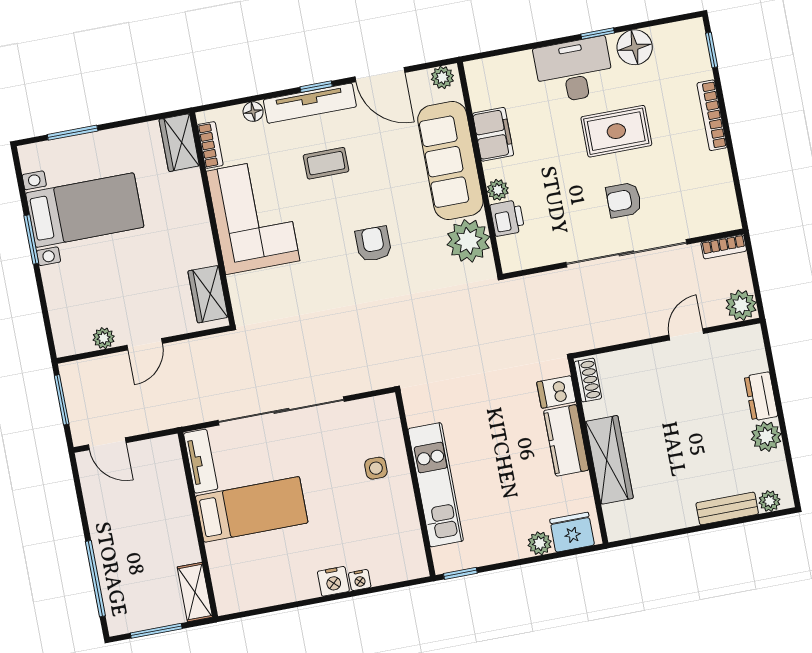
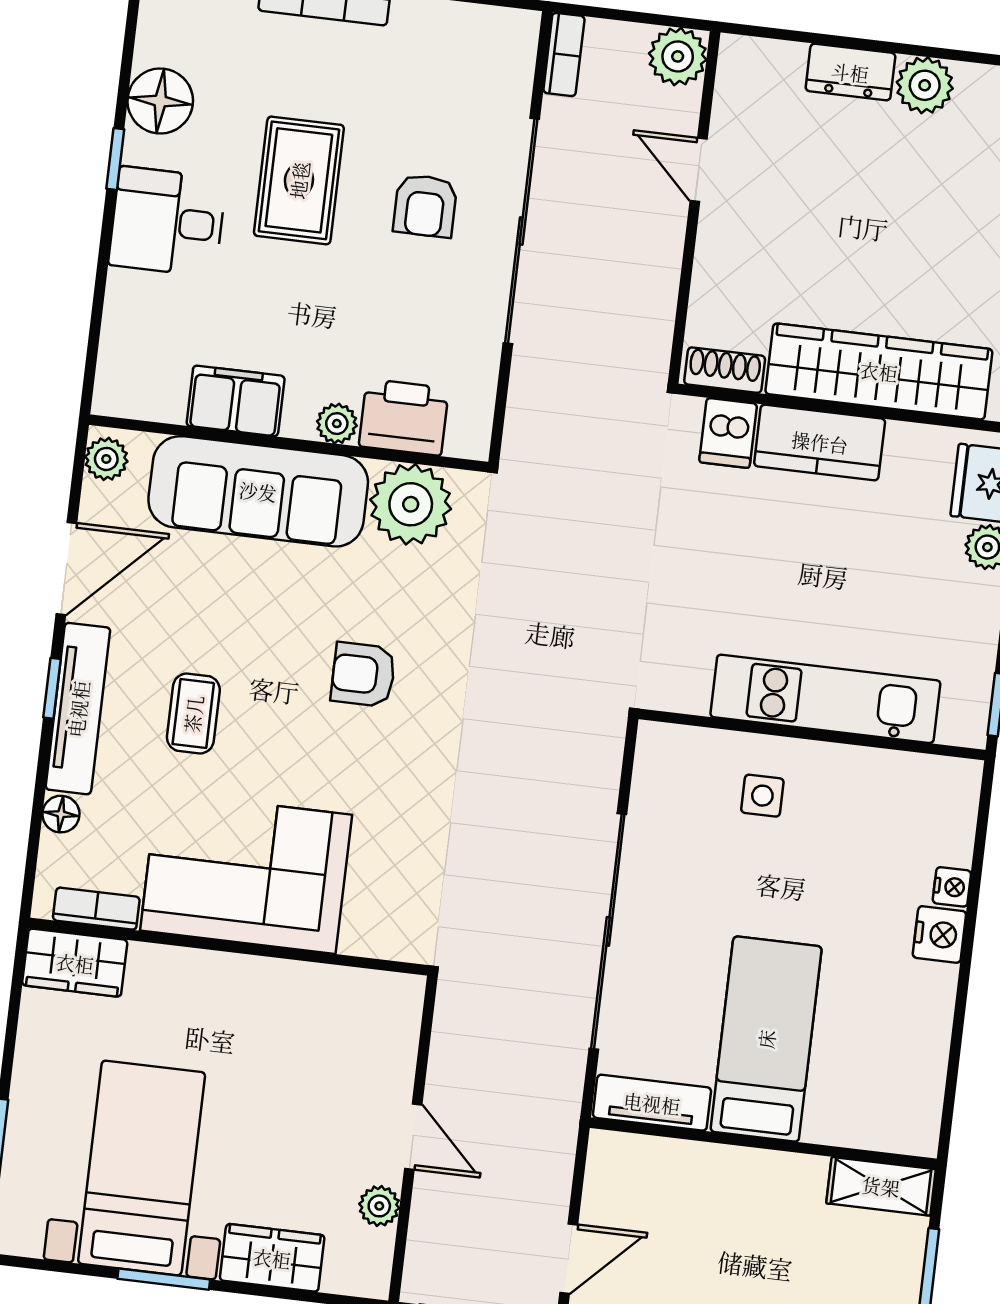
desk: (574, 70) -> (167, 222), width x0.73
printer: (507, 218) -> (404, 417), width x1.36, depth x1.24
wardrobe: (208, 294) -> (272, 1258), moved, turned 180
wardrobe: (609, 460) -> (879, 371), width x1.40, depth x1.17

